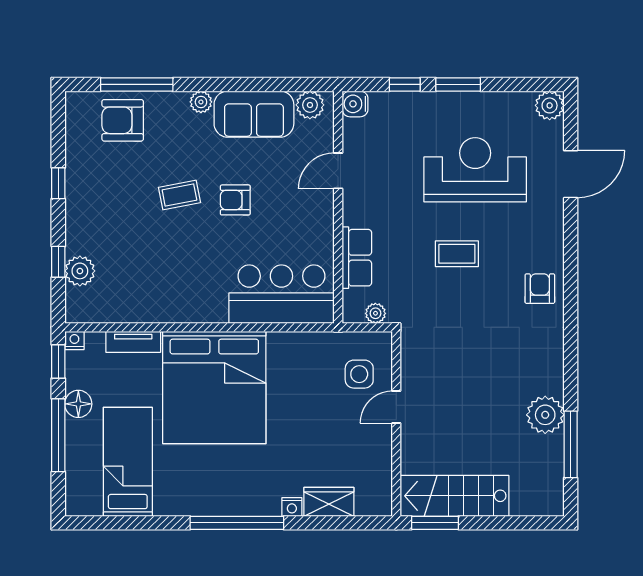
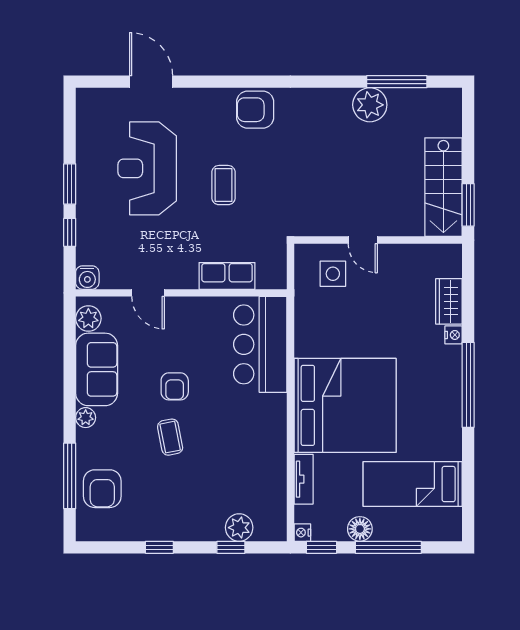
plant: (550, 105) -> (89, 101), removed
armchair: (540, 289) -> (255, 110), width x1.38, depth x1.38
plant: (375, 313) -> (278, 259), removed

